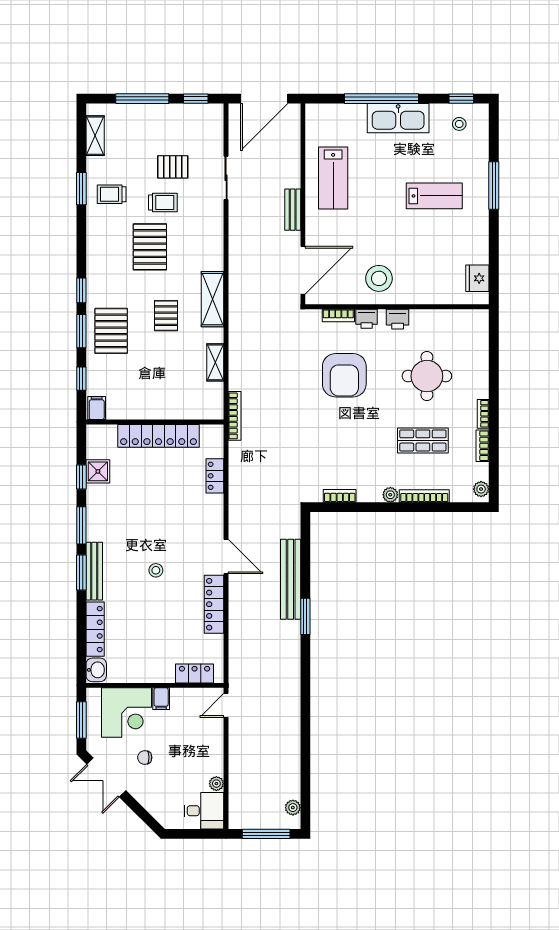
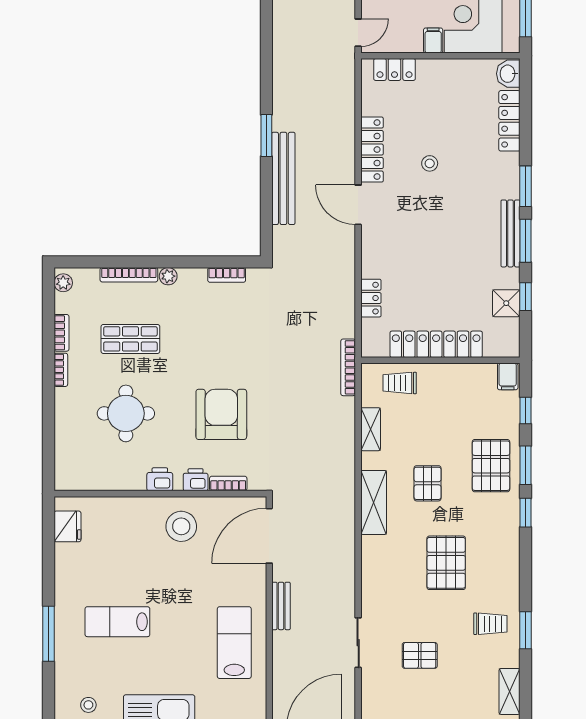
trolley: (163, 203) -> (400, 383), moved
stool: (156, 570) -> (430, 163), moved
bench: (94, 571) -> (510, 233), moved

